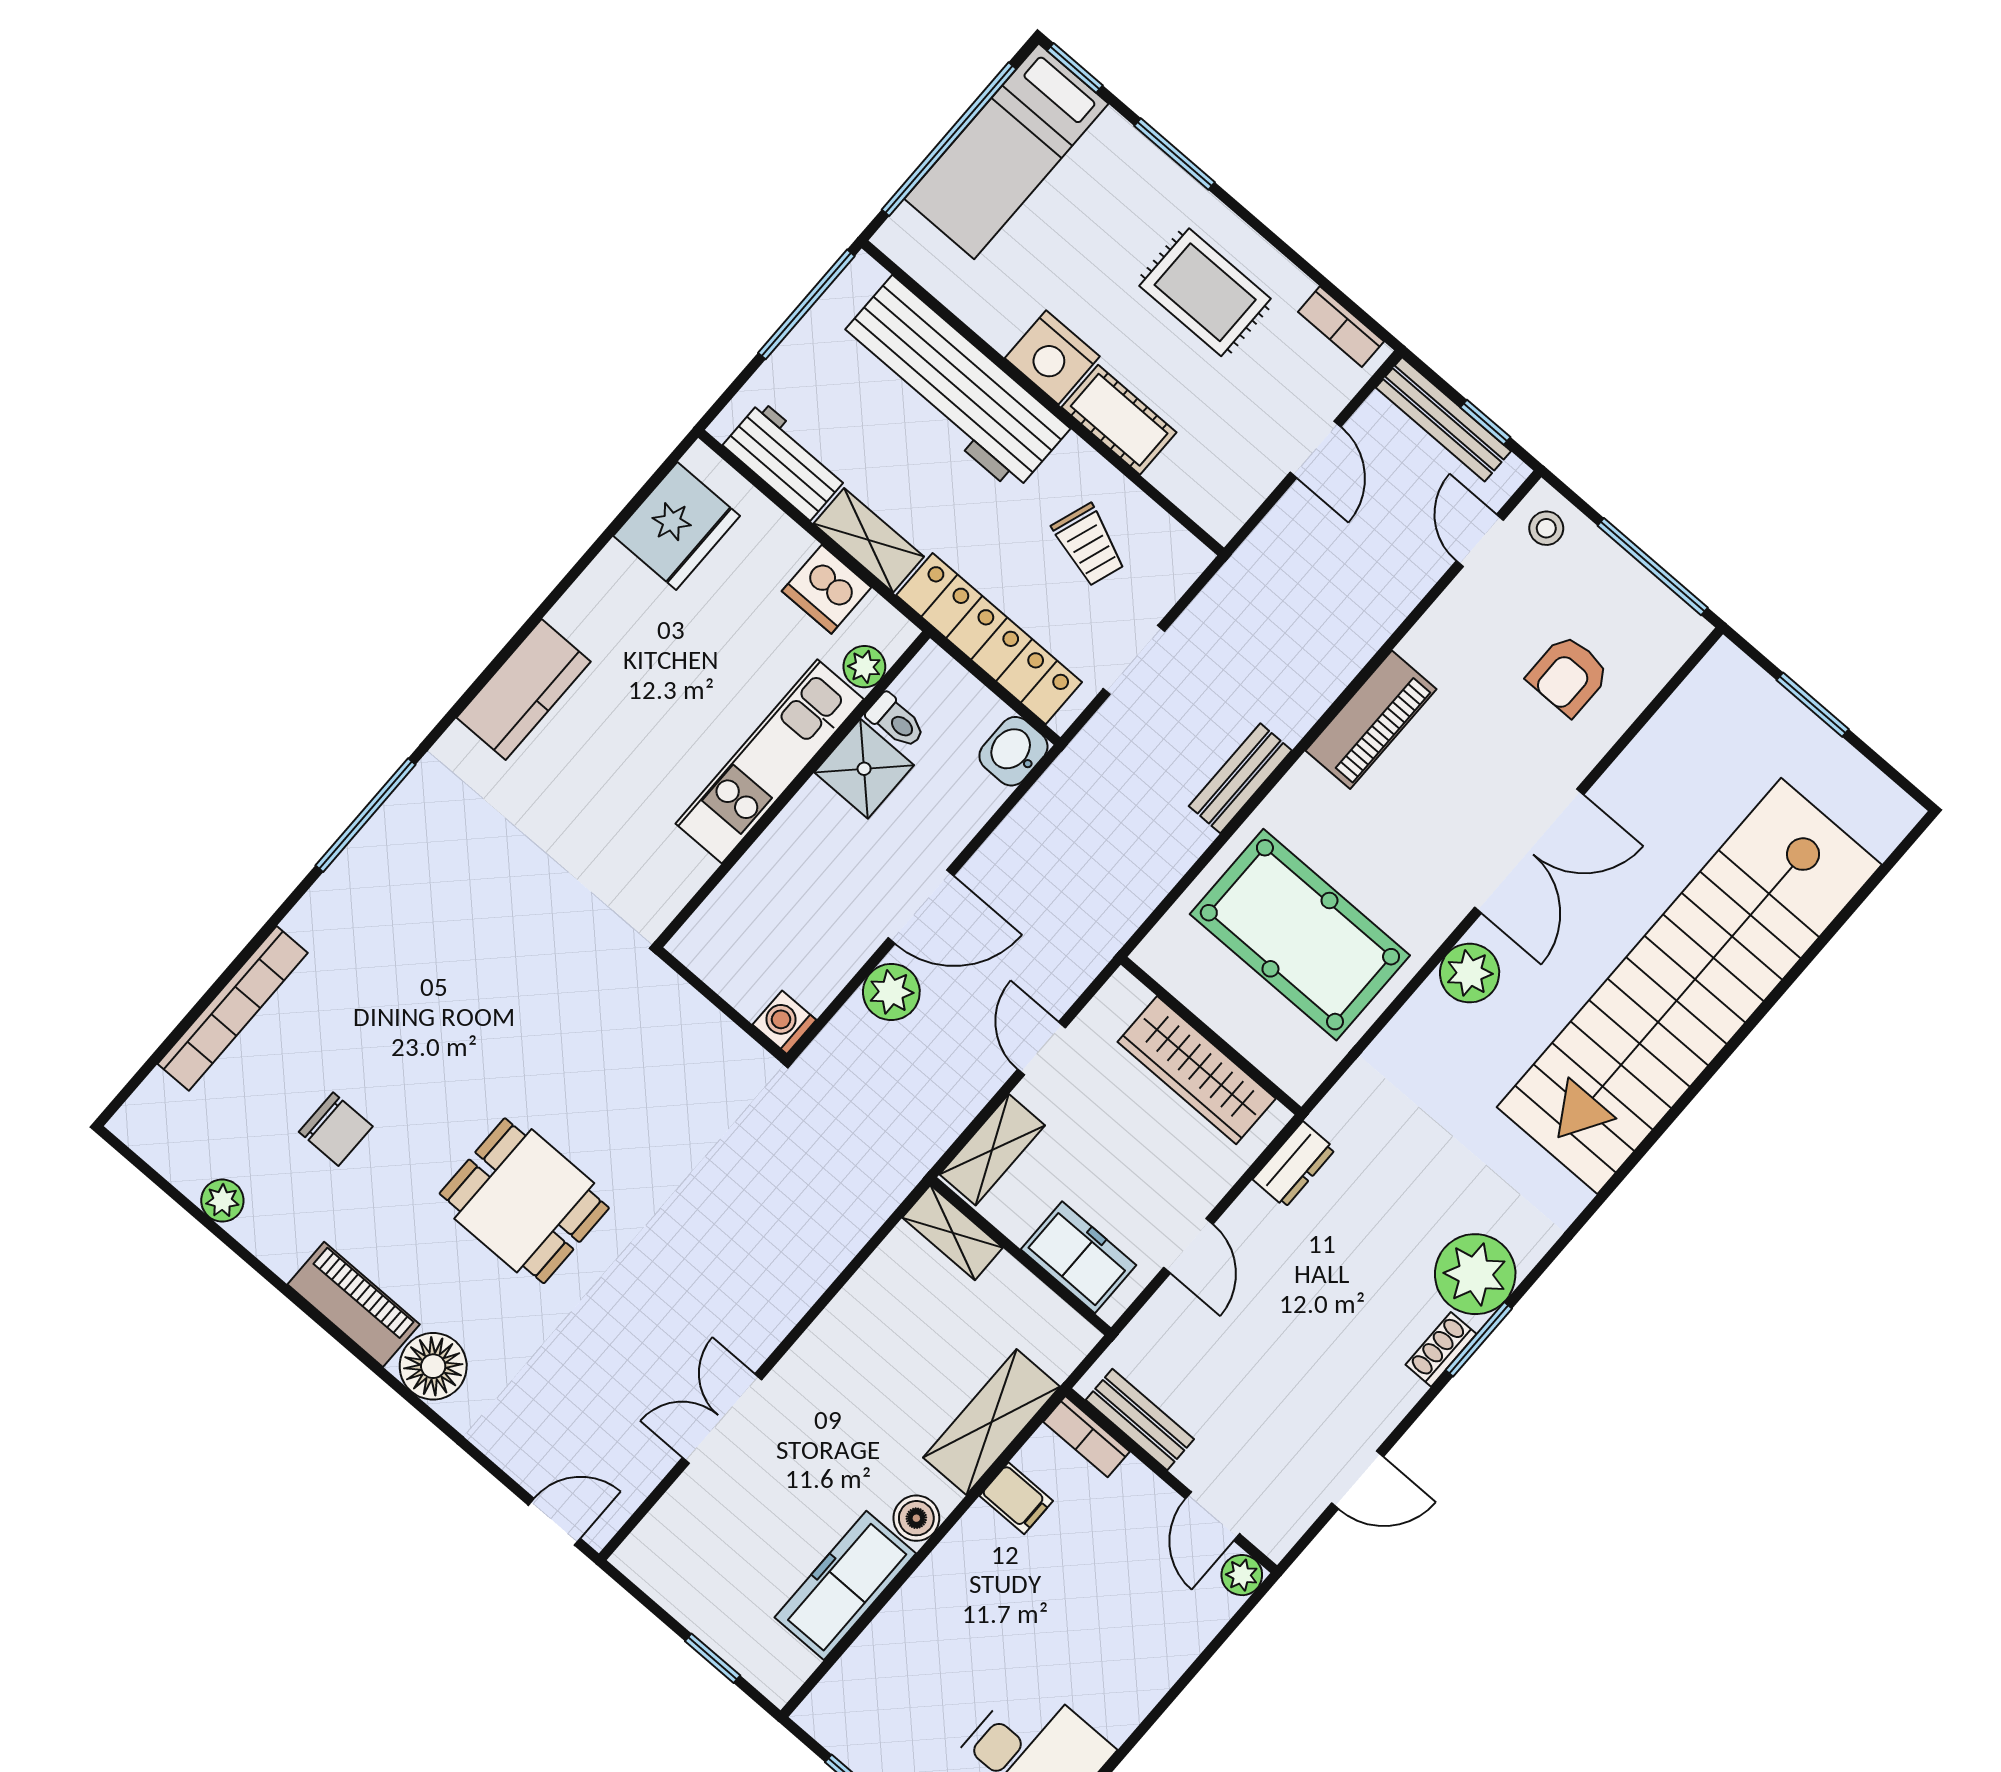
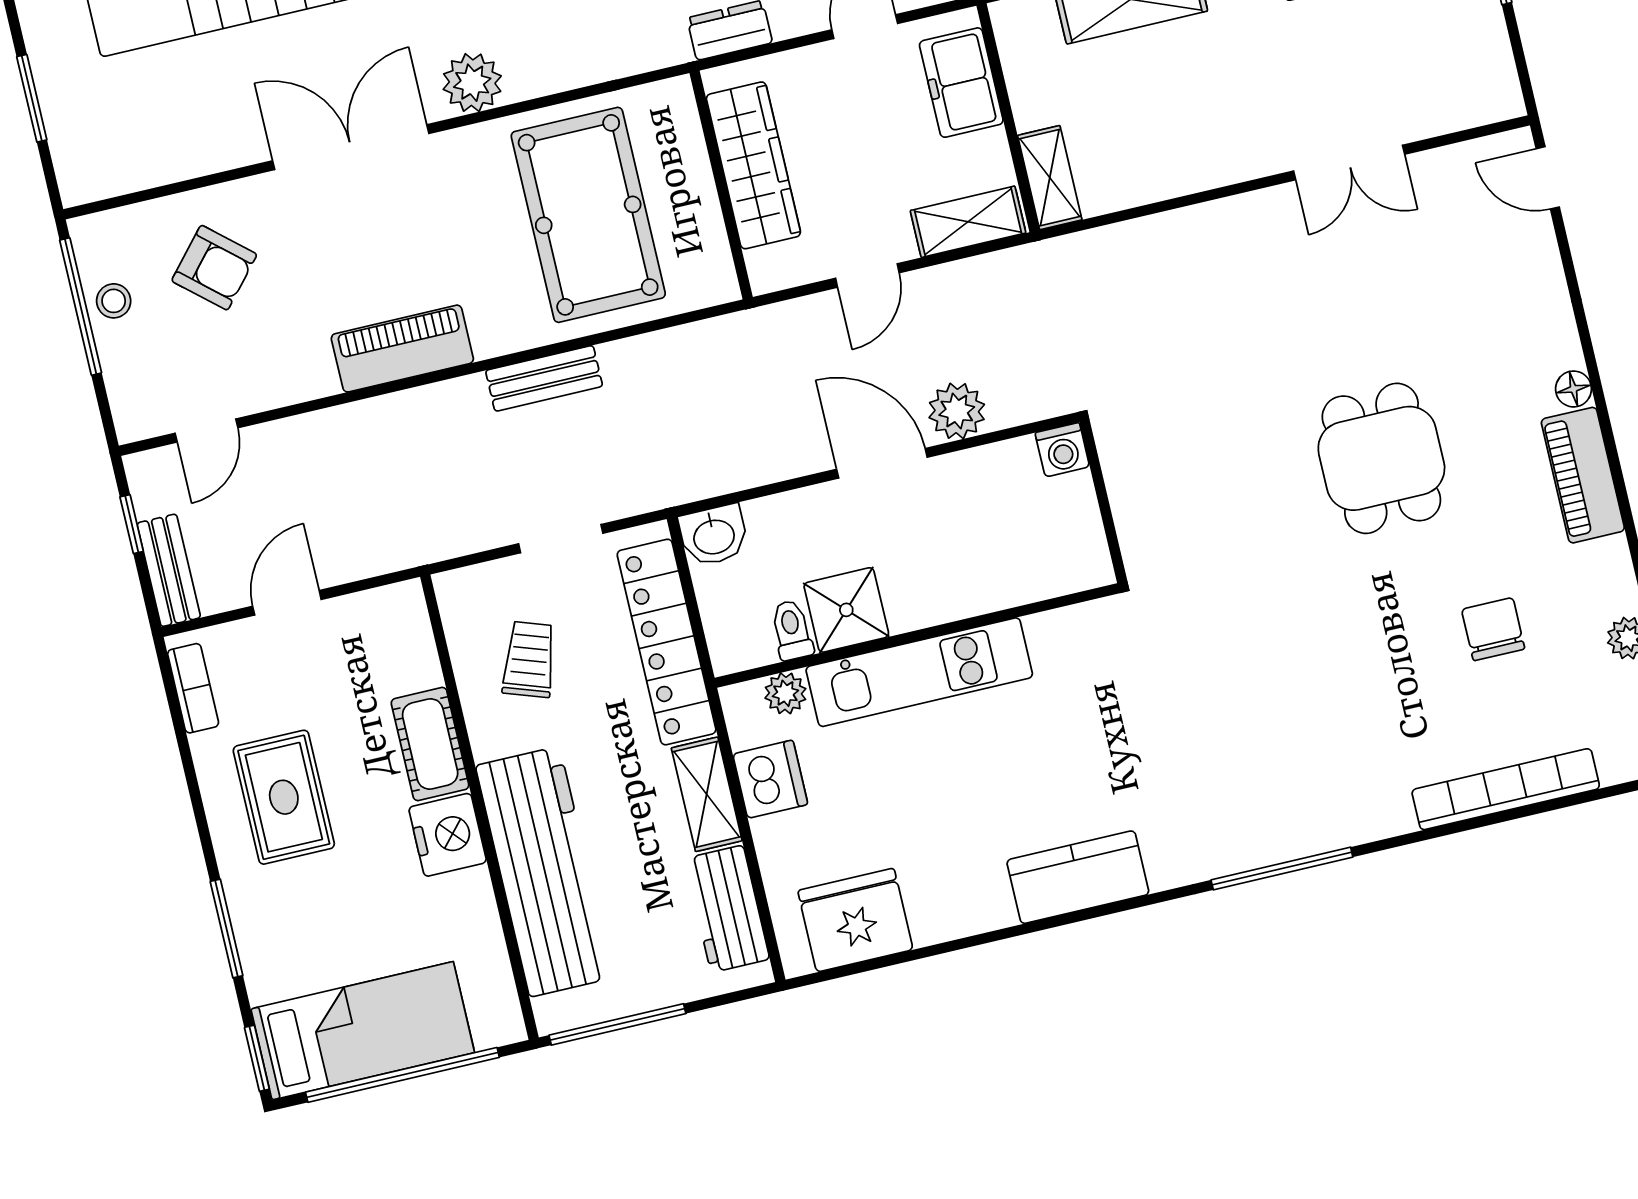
bench: (1443, 419) -> (169, 570), width x0.73
stool: (1546, 528) -> (114, 301), moved
armchair: (1568, 675) -> (214, 268), turned 41
floor lamp: (433, 1366) -> (1573, 389), width x0.53, depth x0.53

